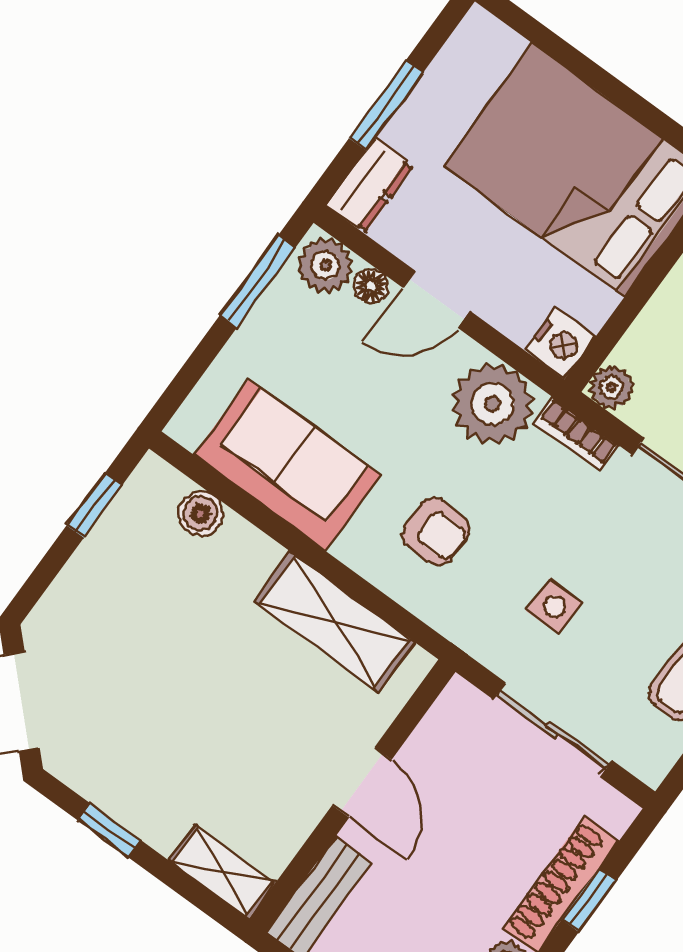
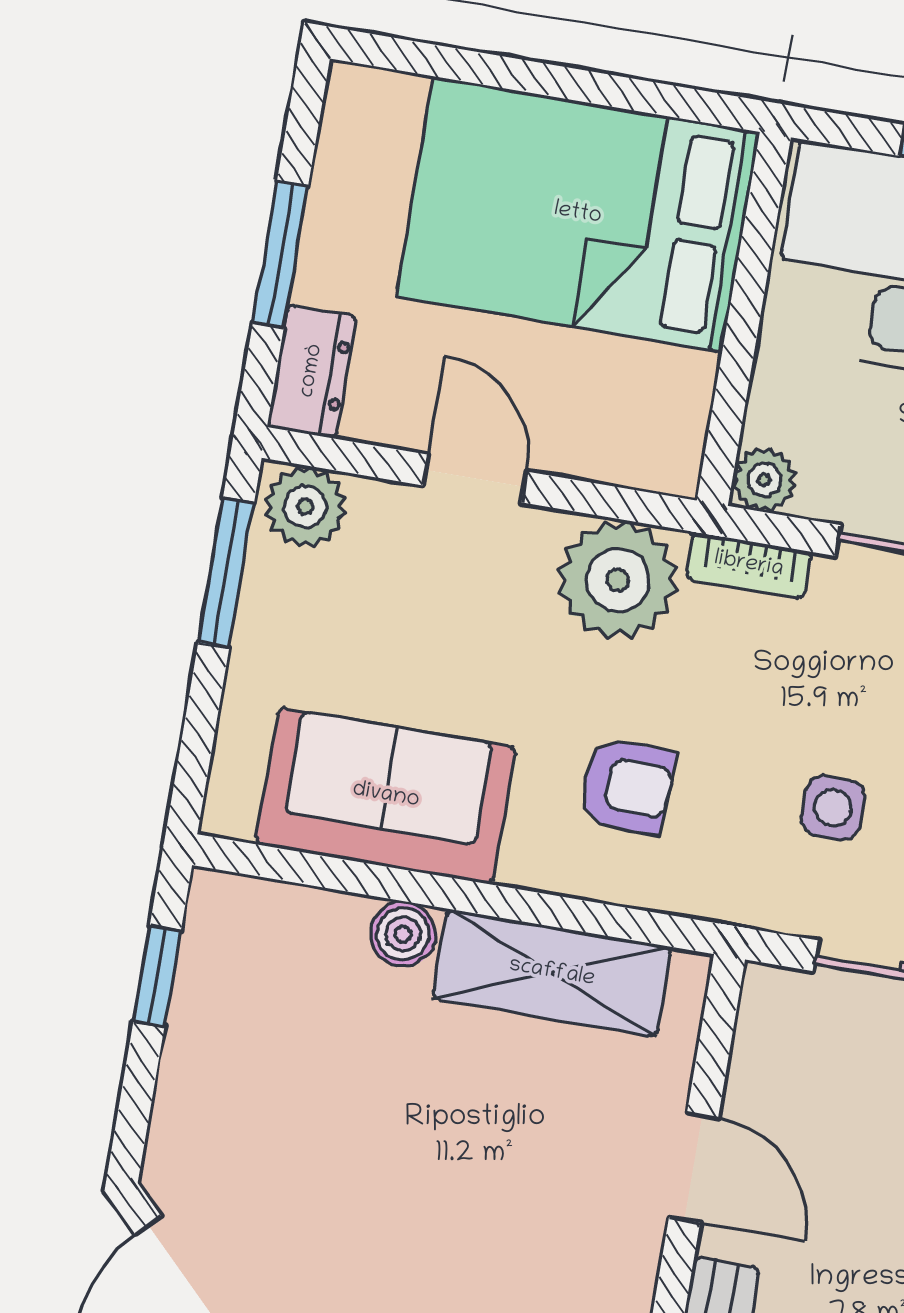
floor lamp: (371, 286) -> (379, 504), removed
door: (436, 299) -> (475, 478), swing flipped
nightstand: (560, 343) -> (668, 455), removed
boiler: (201, 513) -> (403, 934), moved

